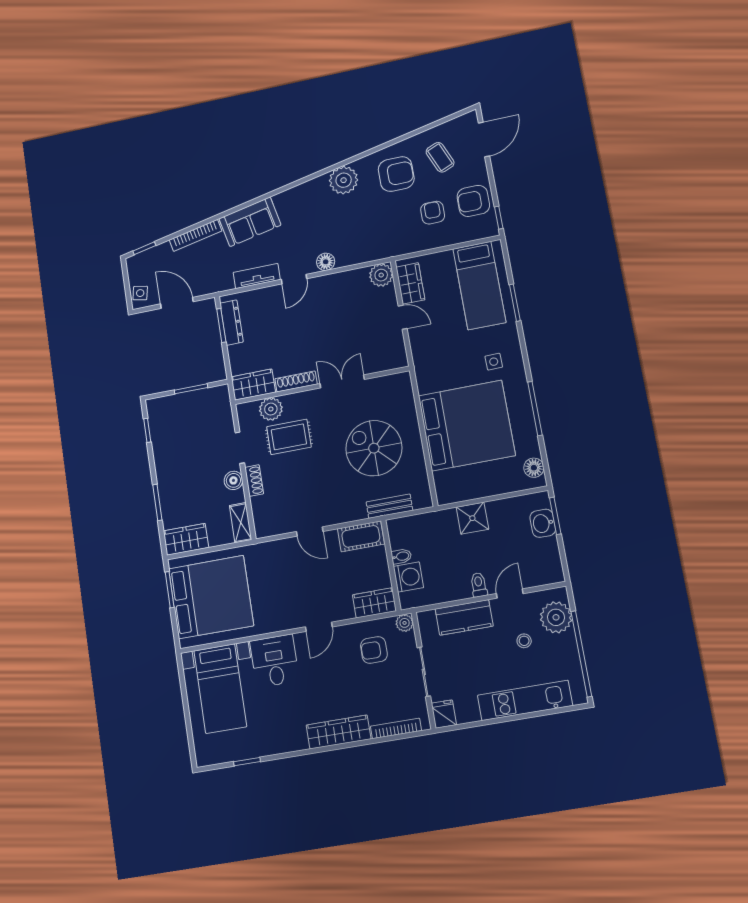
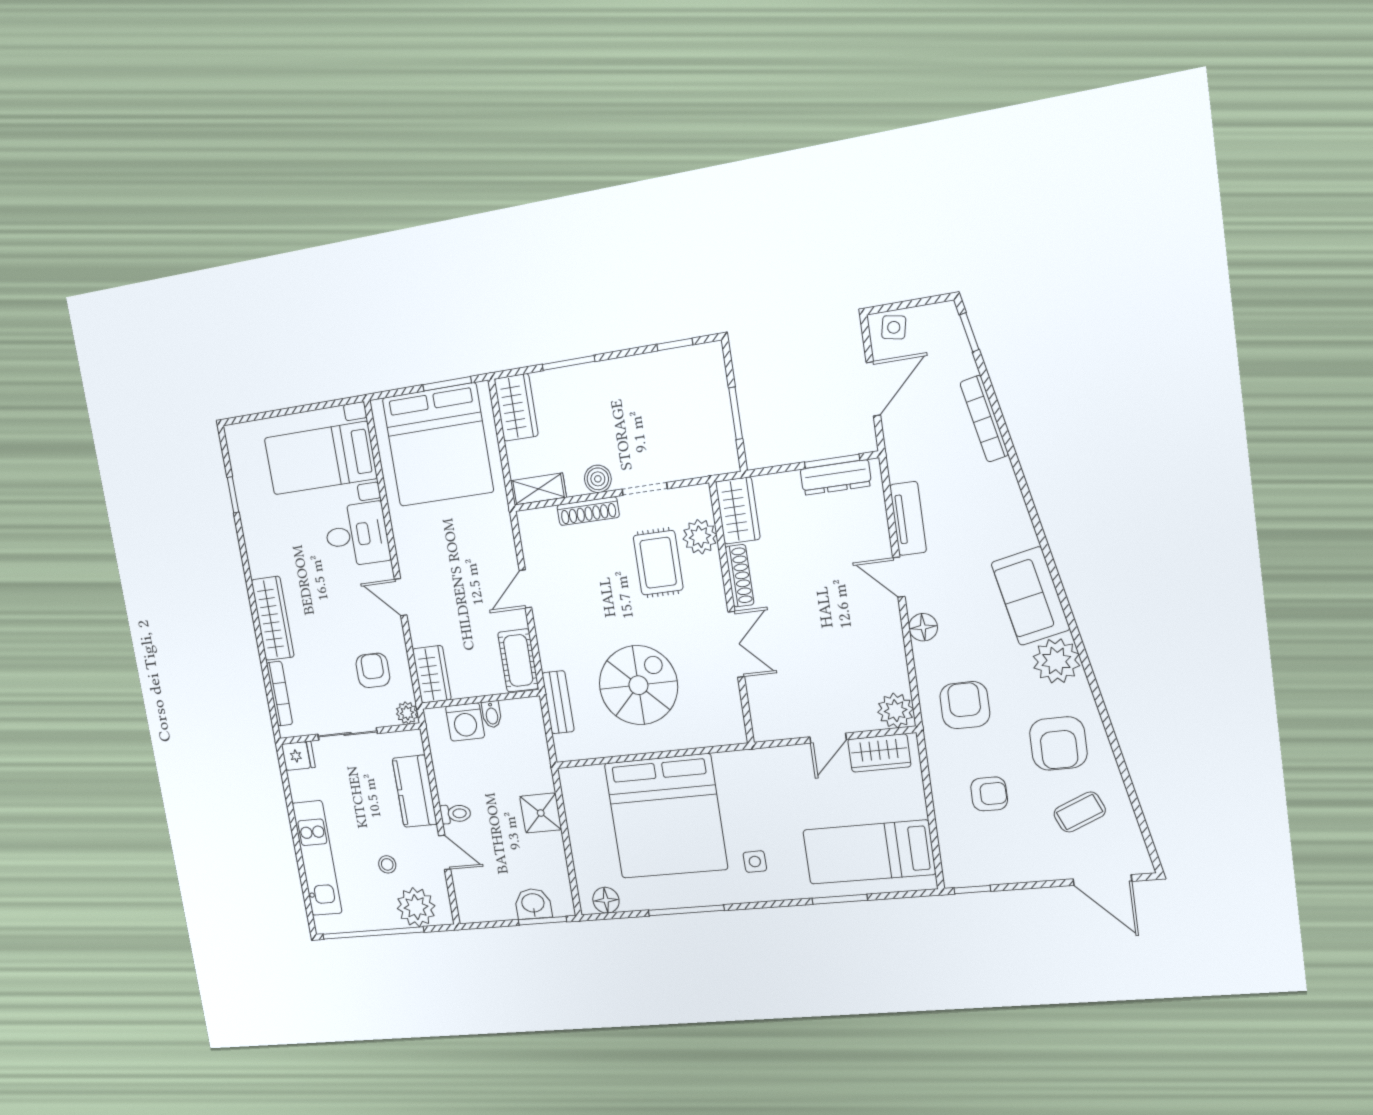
armchair: (473, 201) -> (965, 705), moved
sofa: (250, 222) -> (1031, 596), moved
shoe rack: (254, 481) -> (588, 511), width x1.43

